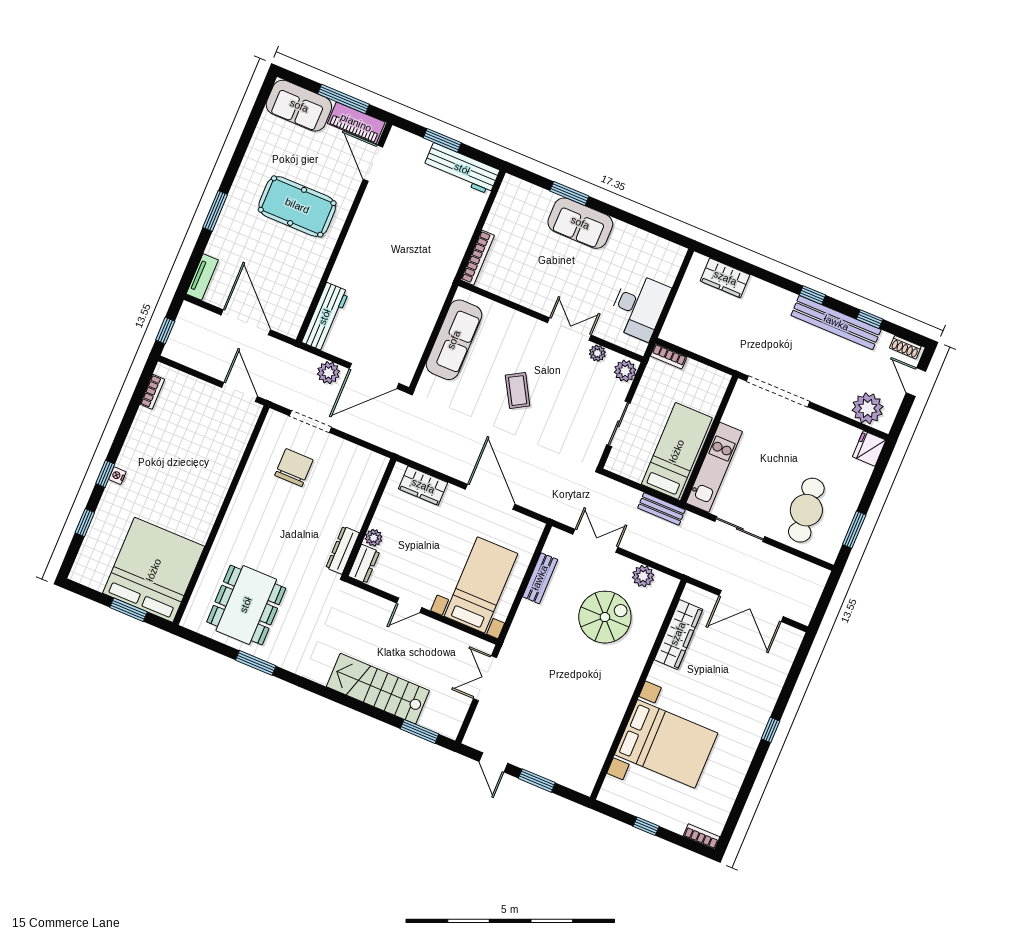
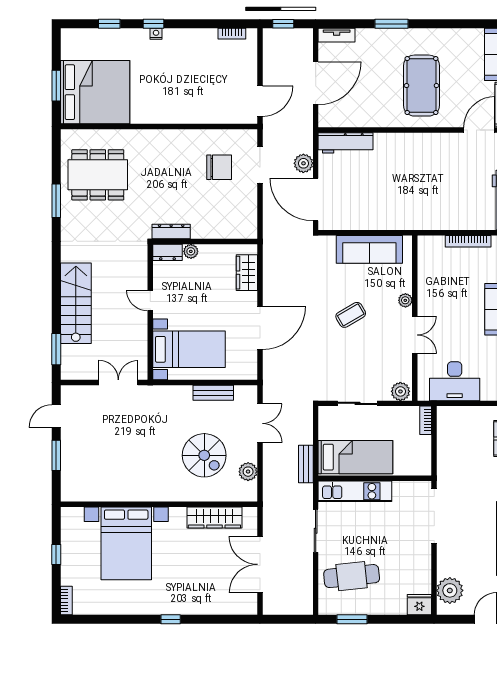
bookcase: (478, 258) -> (468, 241), moved
plant: (597, 353) -> (405, 300), moved

